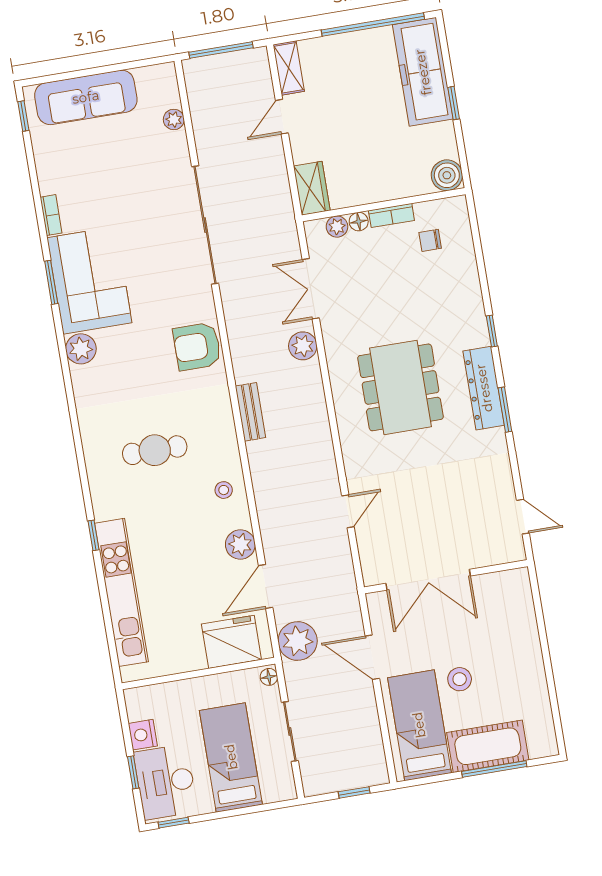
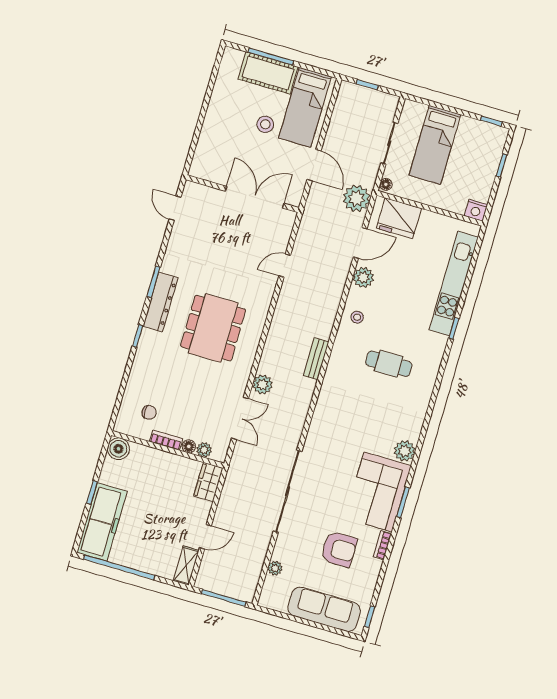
armchair: (197, 346) -> (339, 549), moved
nightstand: (143, 735) -> (476, 210), moved, turned 90
desk: (166, 782) -> (484, 149), removed

